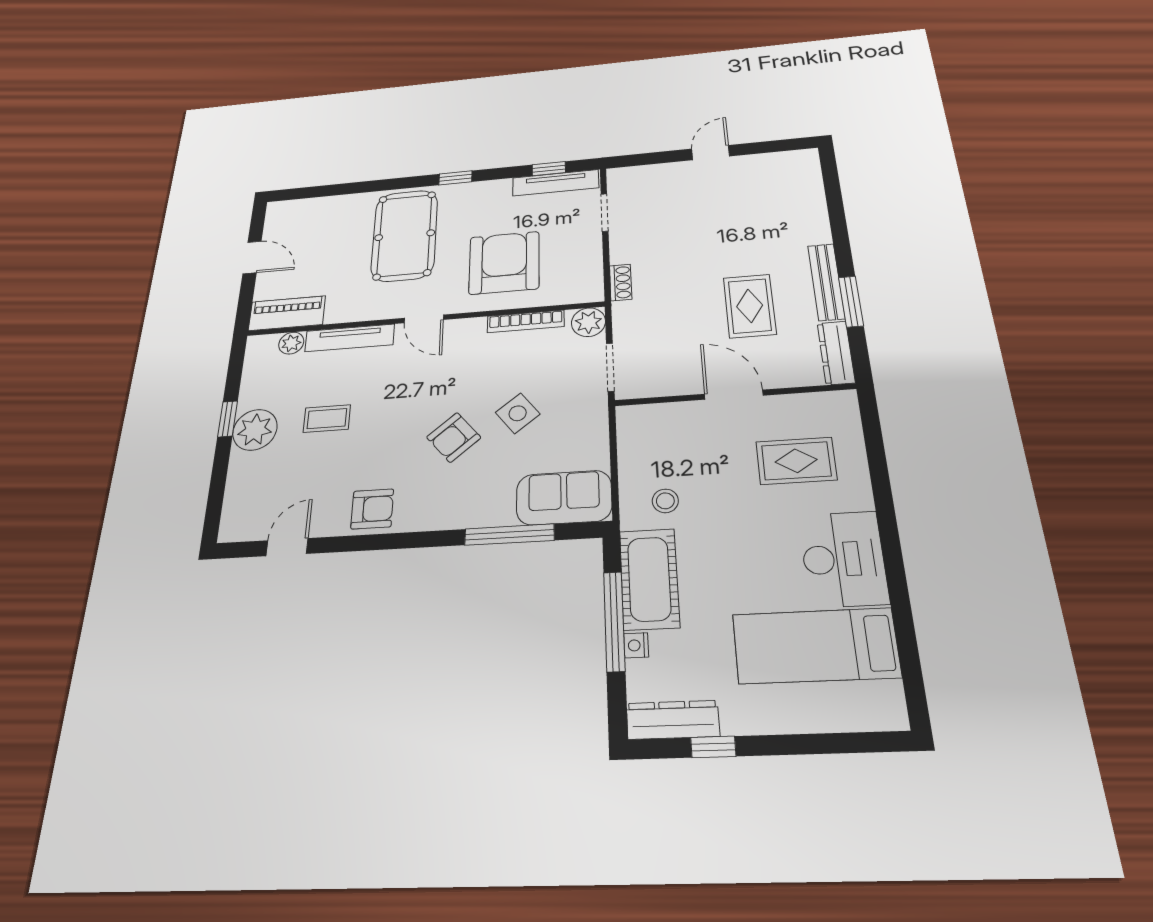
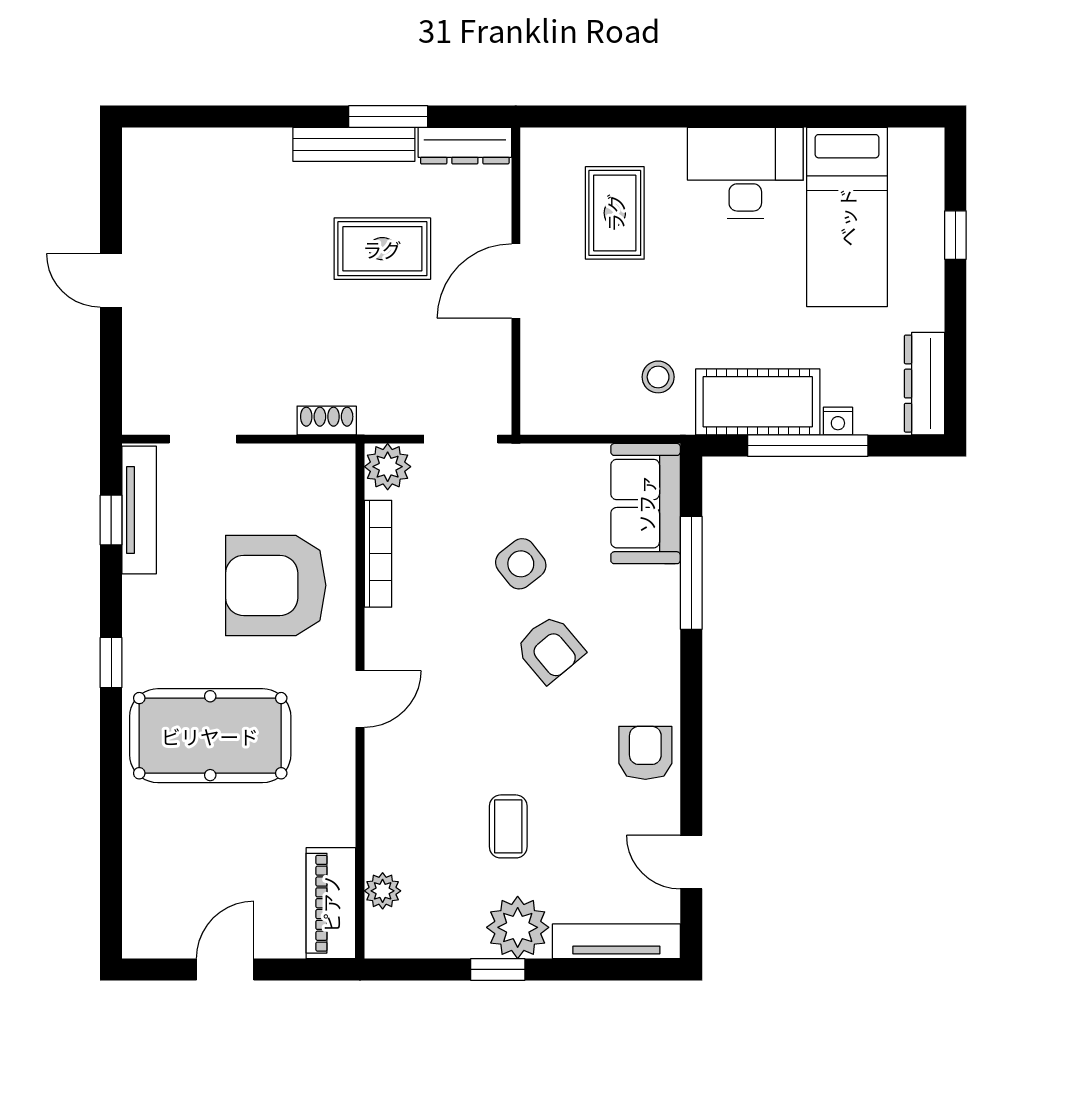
tv unit: (350, 338) -> (616, 941), moved, turned -90
window: (713, 747) -> (955, 235), moved

